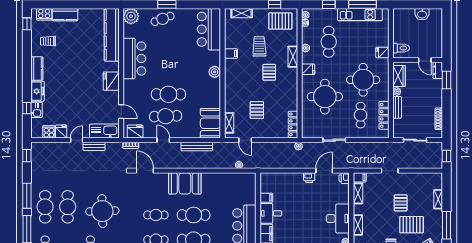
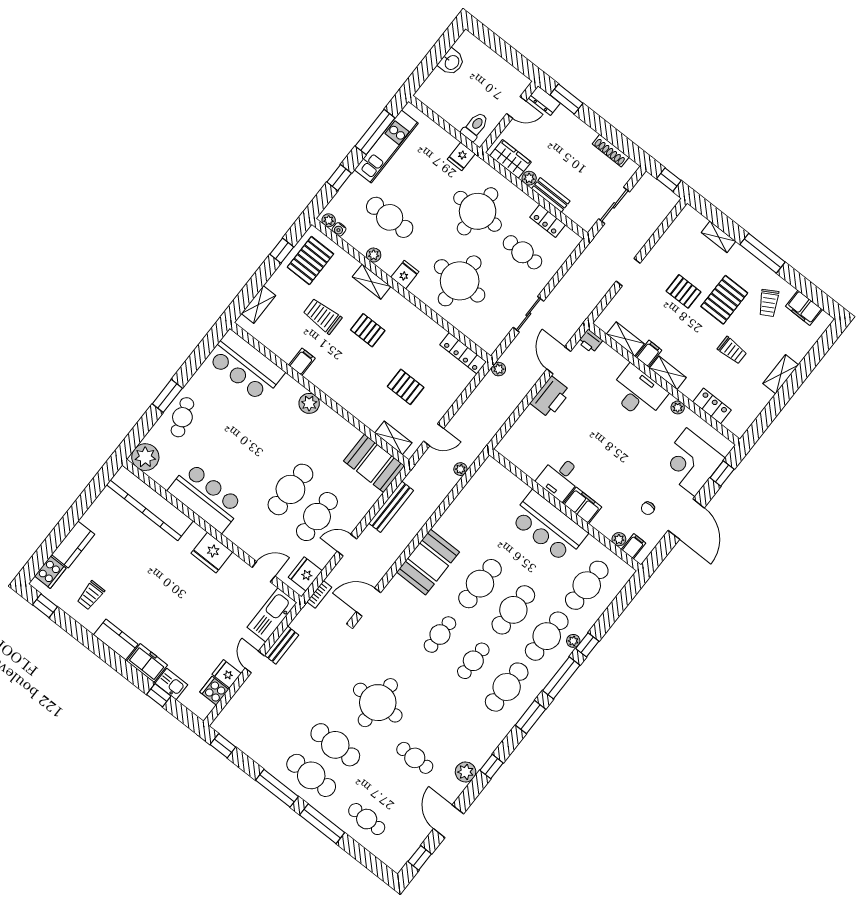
locker: (384, 115) -> (548, 221), width x0.66
filing cabinet: (360, 177) -> (649, 354), moved
printer: (309, 178) -> (550, 397), width x1.87, depth x1.48
filing cabinet: (266, 198) -> (534, 467), removed

